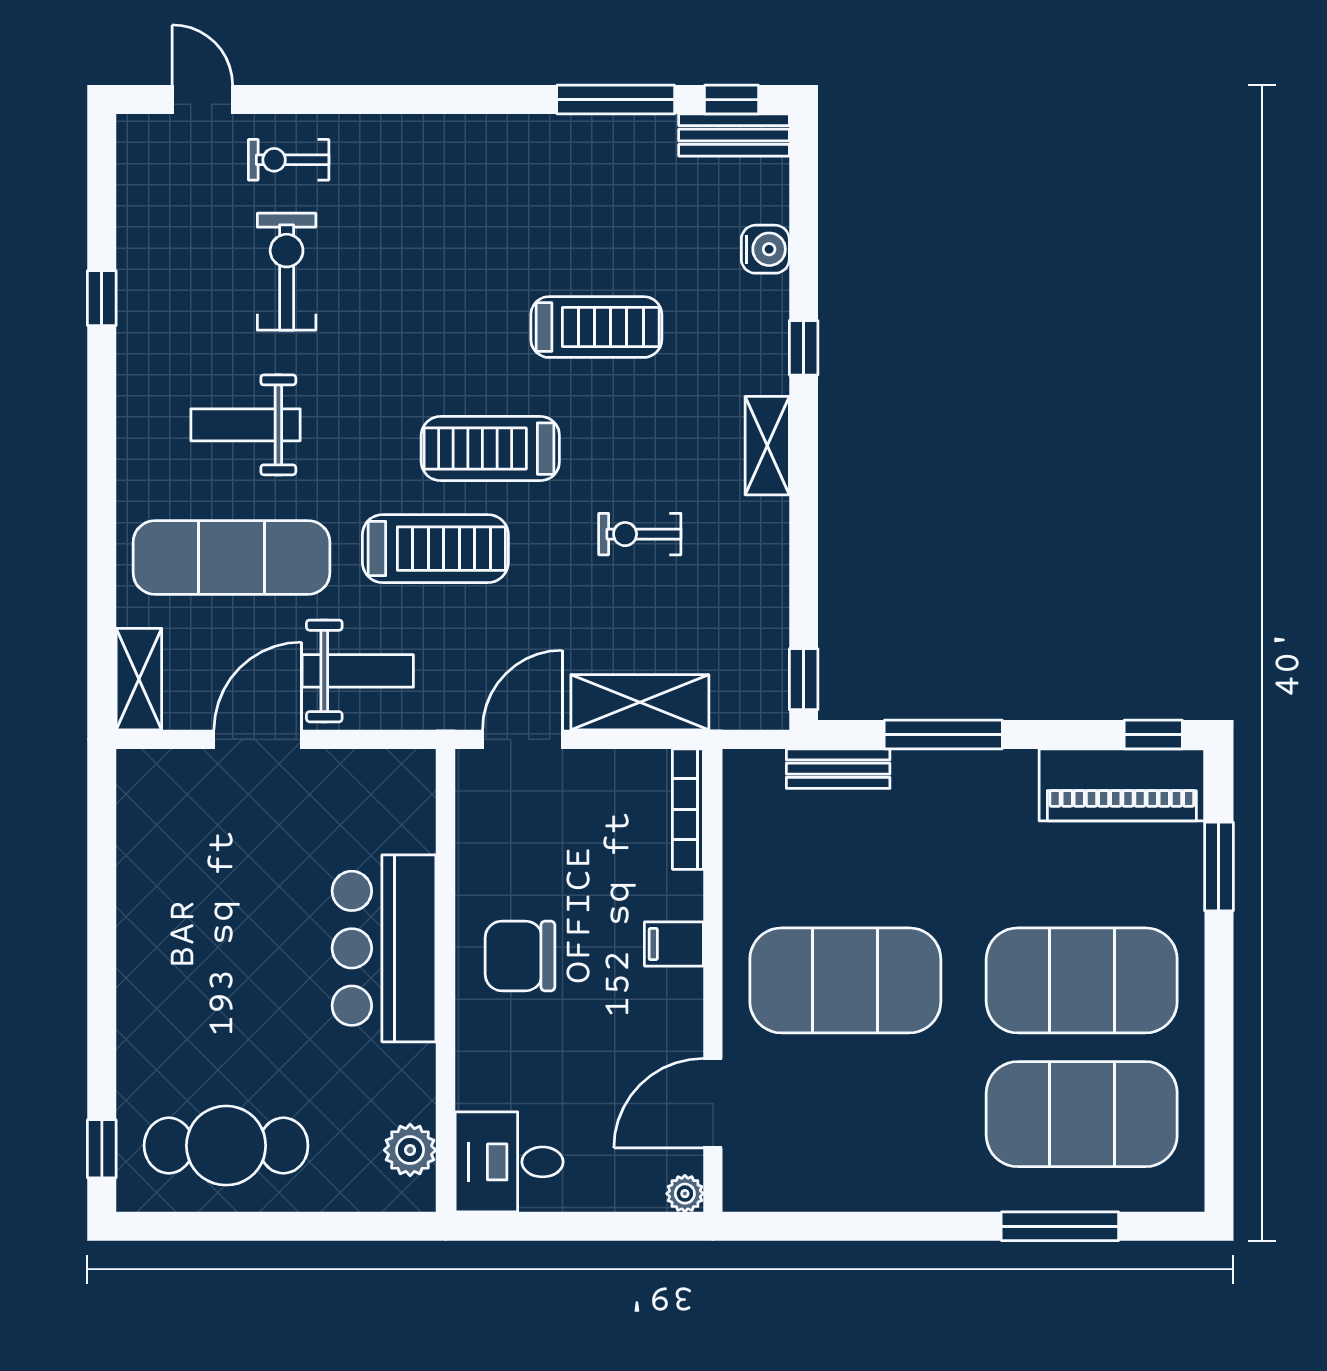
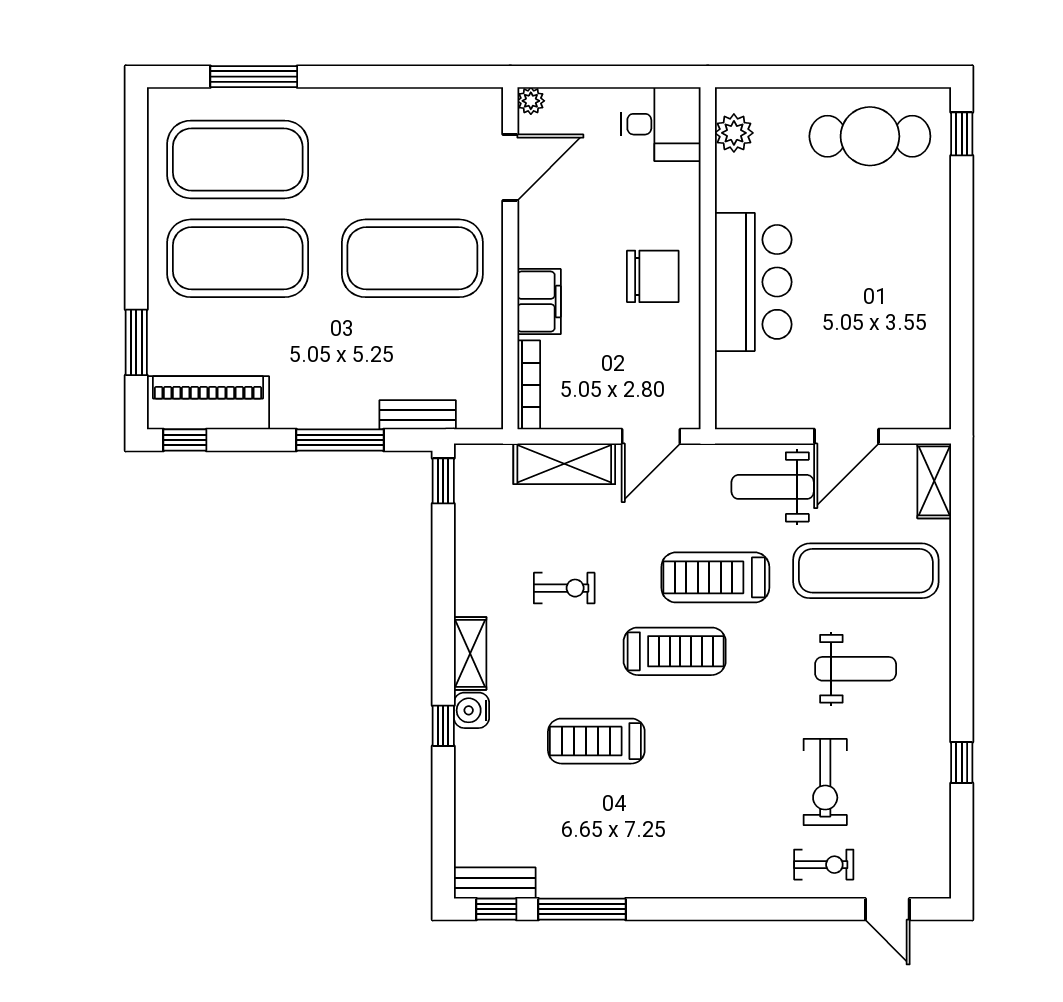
water cooler: (765, 249) -> (472, 710), moved
filing cabinet: (674, 944) -> (539, 302), width x2.00

